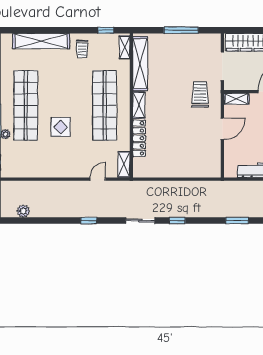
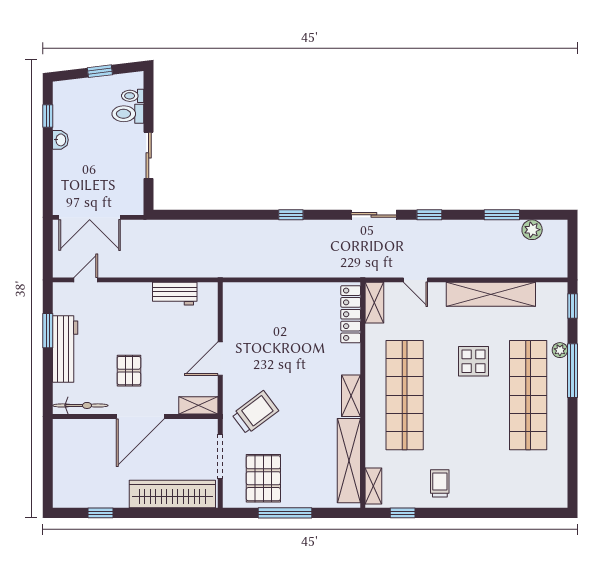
shelving: (41, 41) -> (491, 294), moved
pallet: (195, 52) -> (263, 478), added
trolley: (200, 94) -> (255, 412), turned -127
locker: (139, 138) -> (351, 314), moved
door: (98, 179) -> (416, 280), hinge flipped
sliding door: (140, 221) -> (374, 215), moved
window: (237, 221) -> (502, 215), moved

